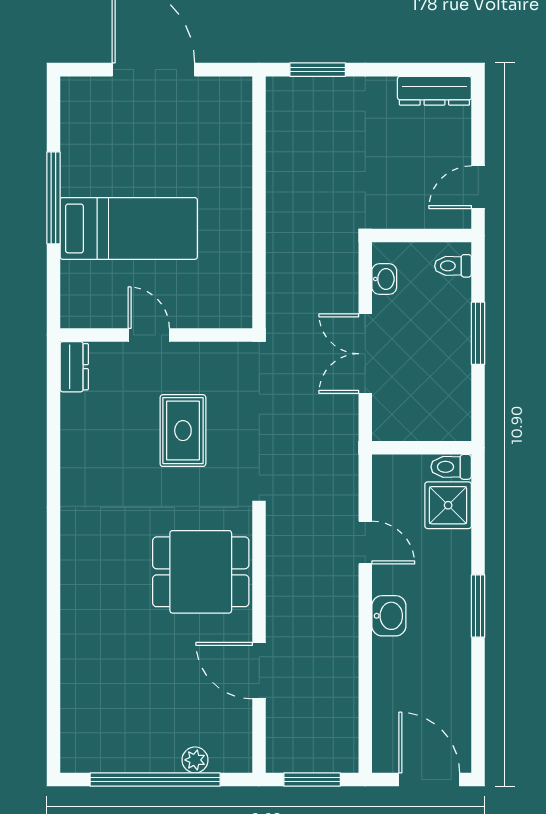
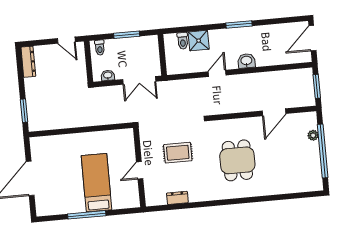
dresser: (74, 367) -> (177, 198), moved
wall: (422, 448) -> (162, 55), moved
dining table: (201, 572) -> (237, 160), moved

